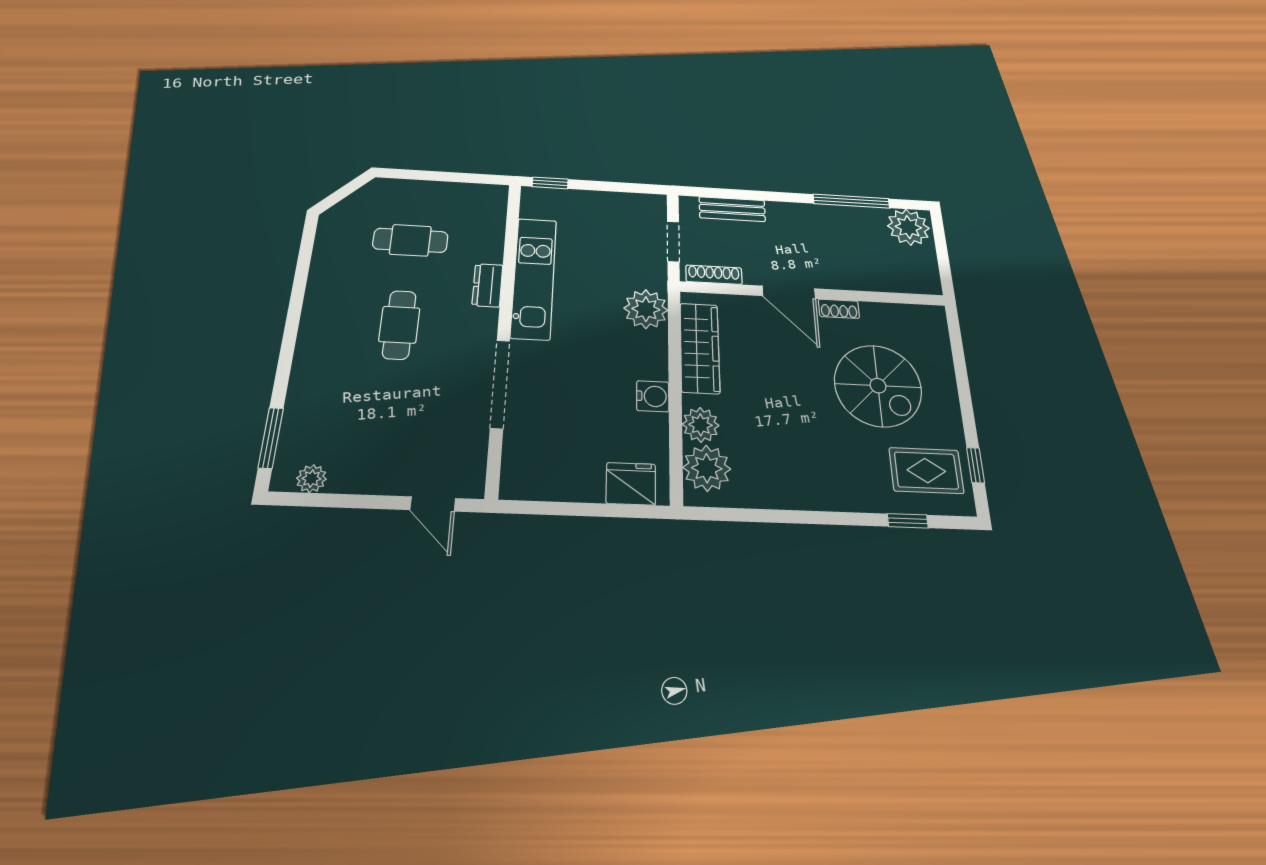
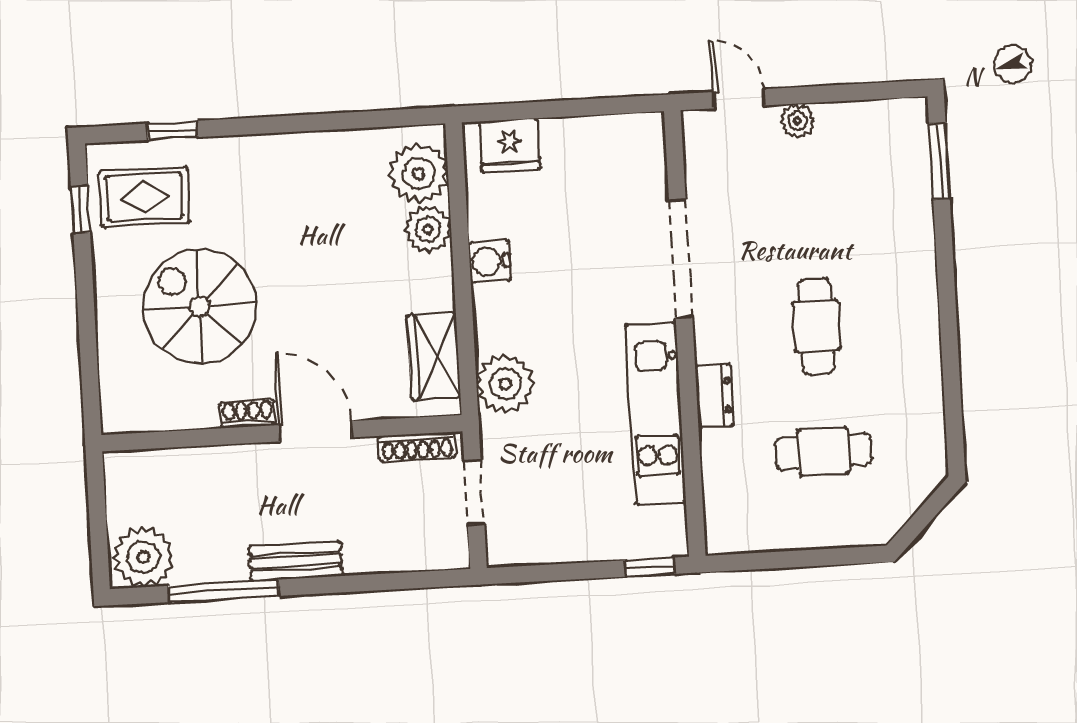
bench: (732, 209) -> (296, 561), moved
wardrobe: (700, 348) -> (434, 356), width x0.67
plant: (311, 479) -> (797, 121), moved

